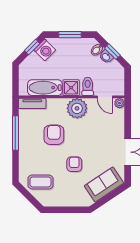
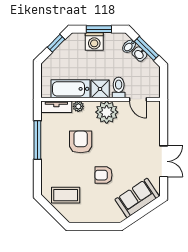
washing machine: (45, 50) -> (94, 42), moved, turned 45
window: (112, 52) -> (146, 48), width x1.50
plant: (120, 103) -> (78, 106), moved
armchair: (74, 164) -> (104, 175), turned -90

